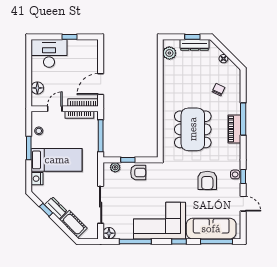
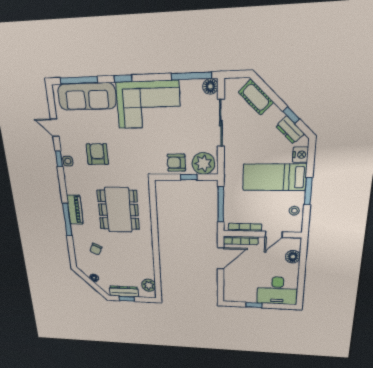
plant: (115, 167) -> (203, 163), width x1.87, depth x1.87
dresser: (56, 208) -> (290, 130), moved
window: (135, 242) -> (191, 76), moved

